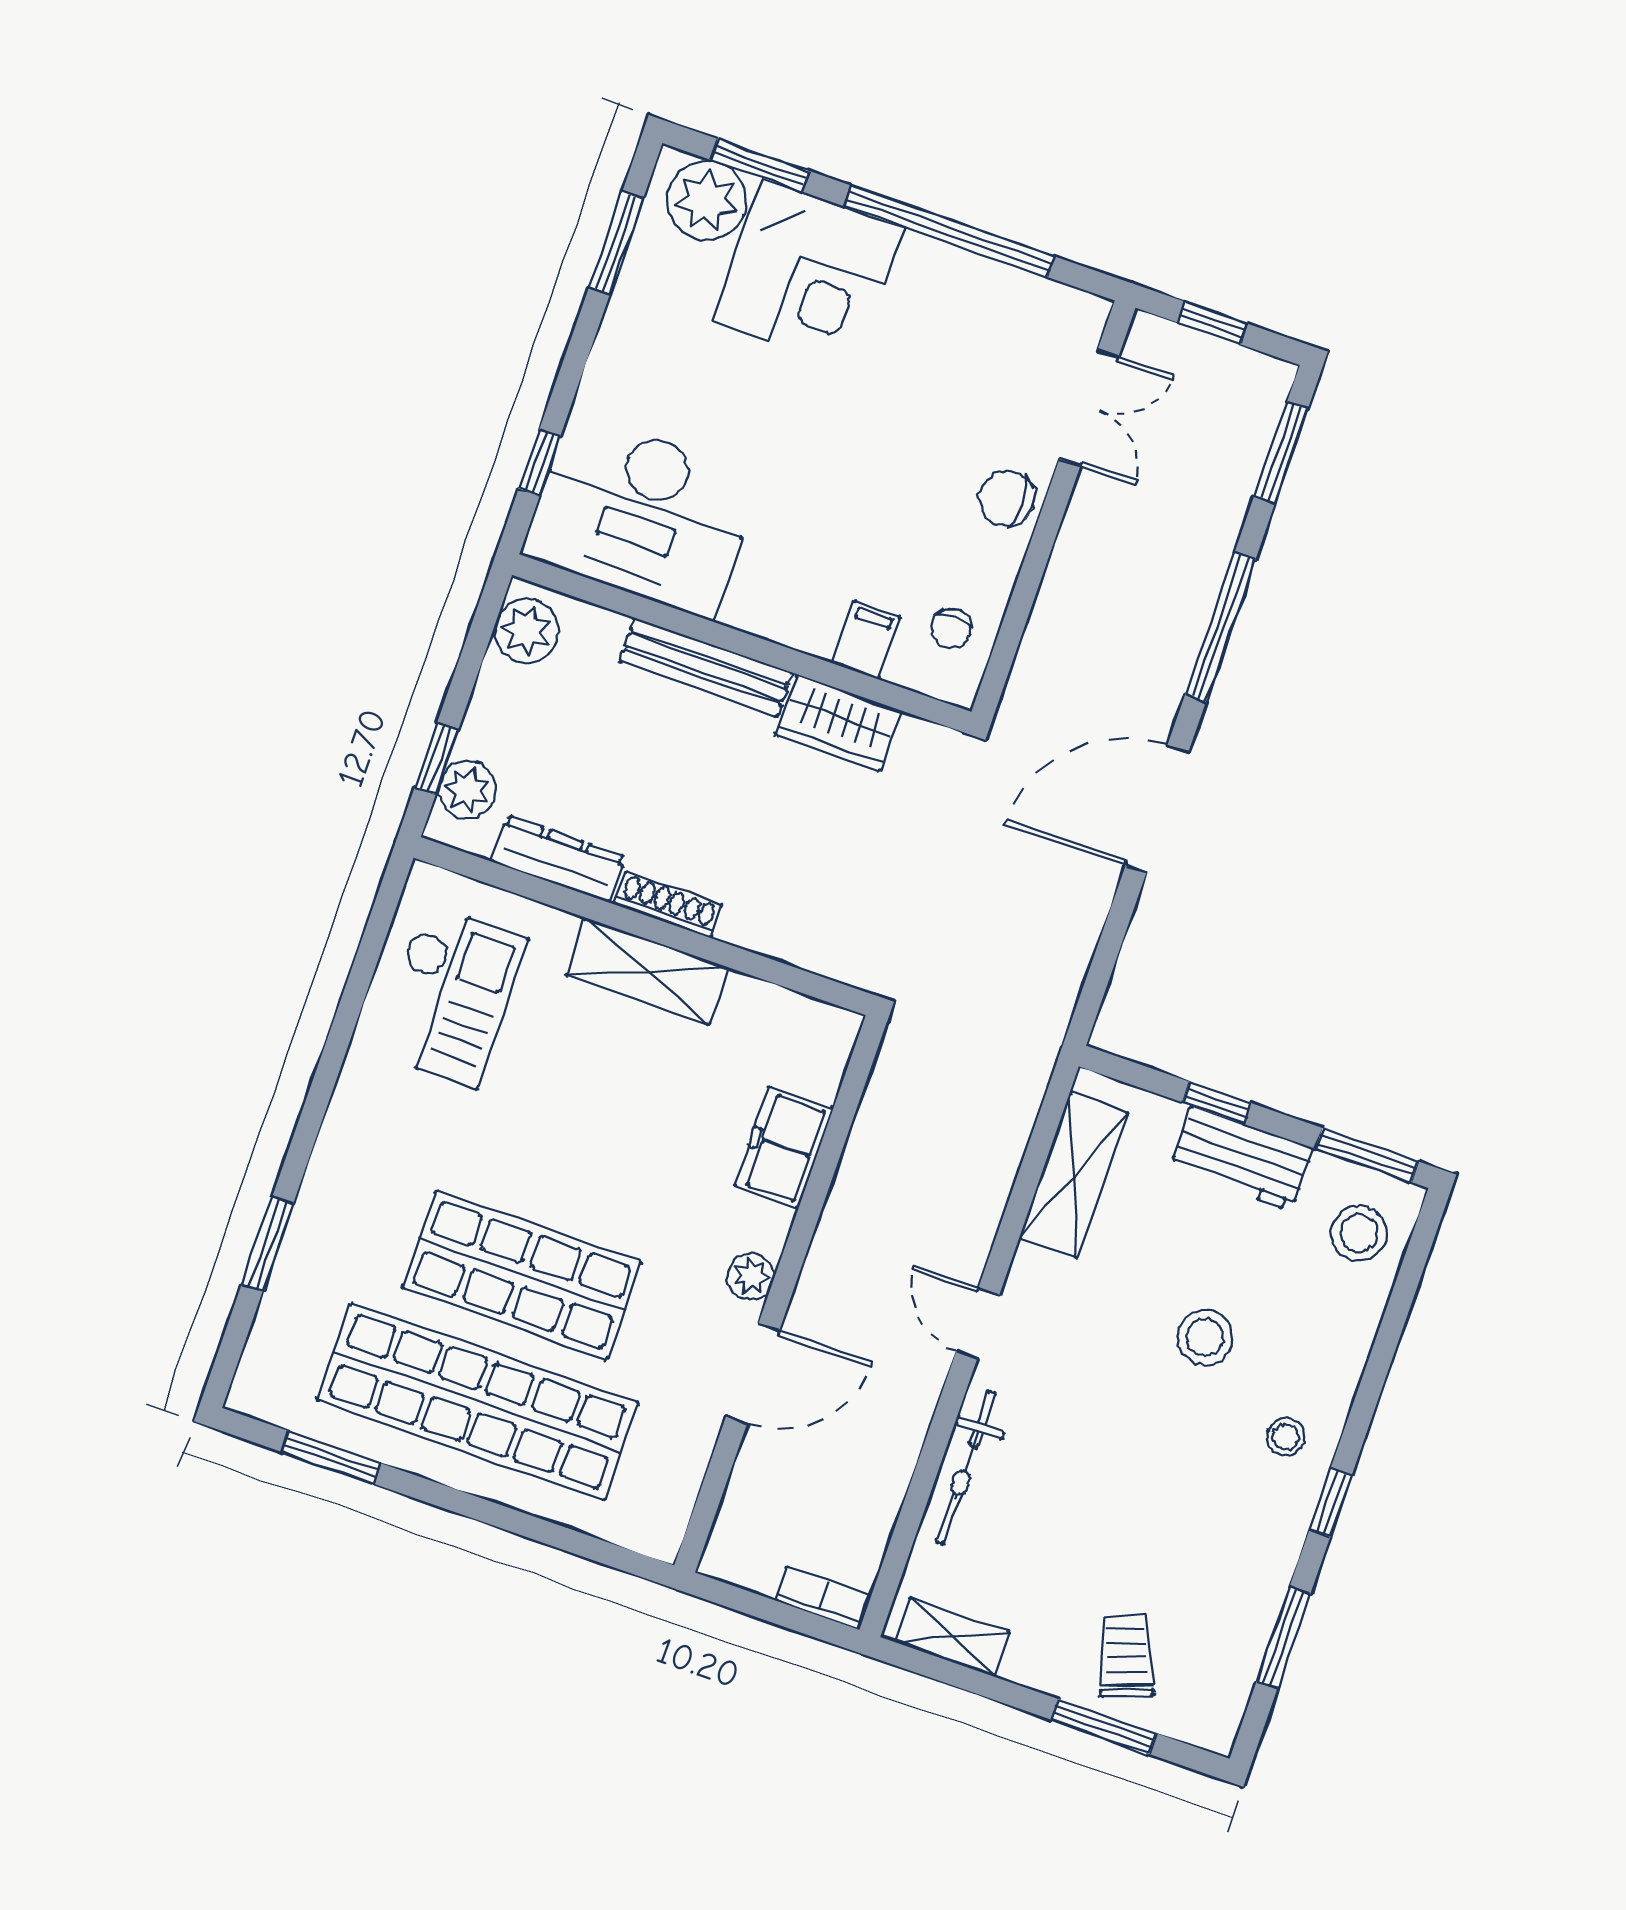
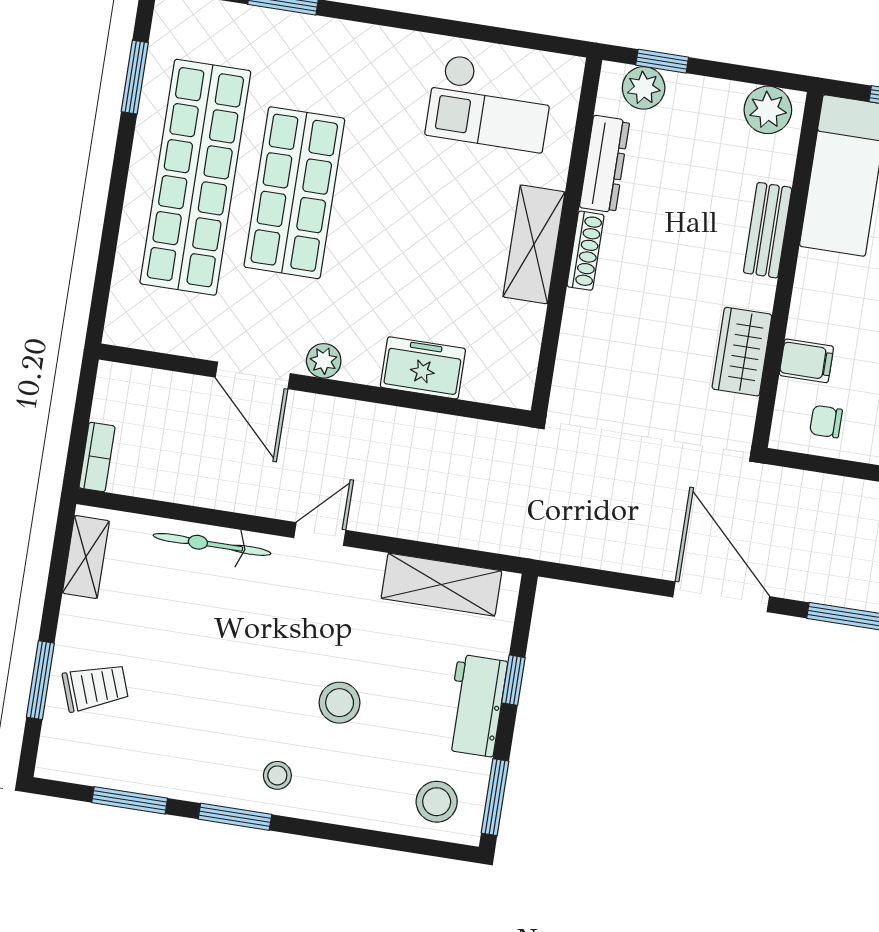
bench: (706, 667) -> (768, 230), width x0.73
window: (1330, 1503) -> (235, 817), width x1.50

